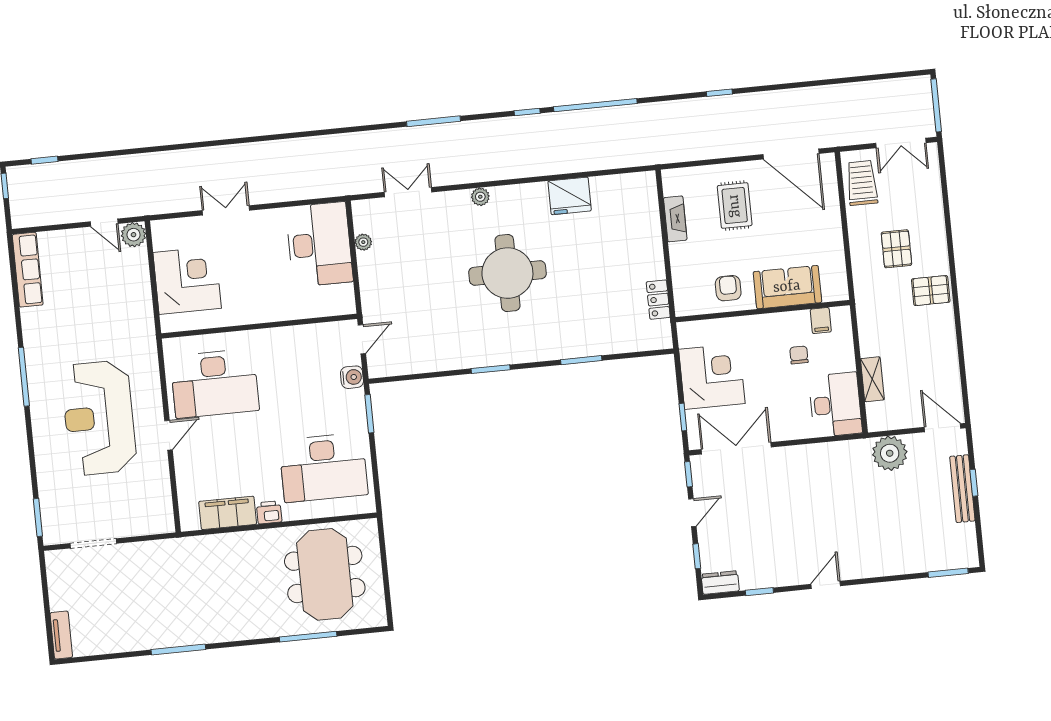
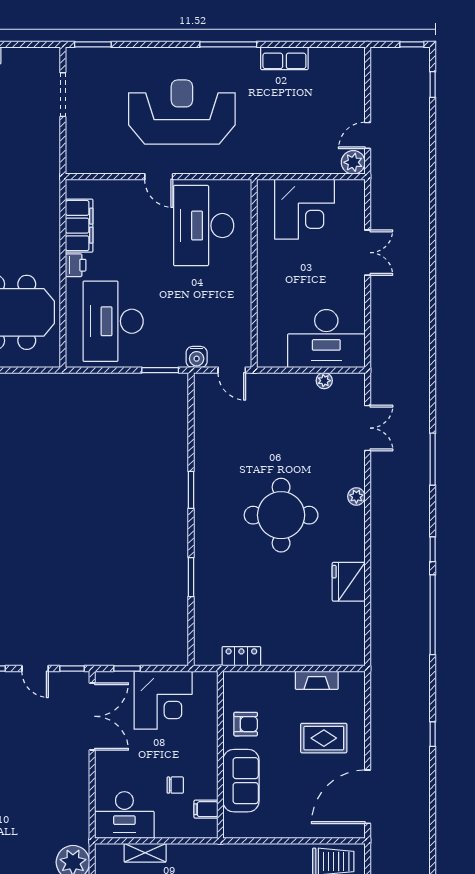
row of seats: (28, 270) -> (284, 58), moved, width x0.68

